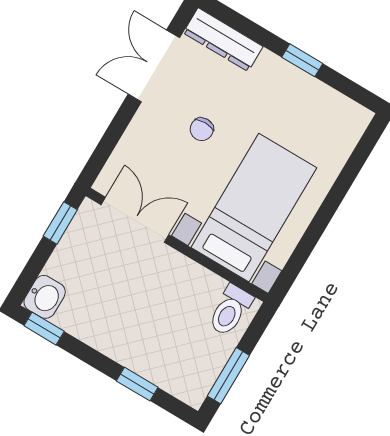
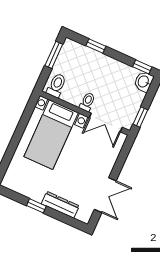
dresser: (223, 40) -> (60, 205), moved
chair: (202, 129) -> (80, 168), removed
toilet: (169, 268) -> (87, 102), added

